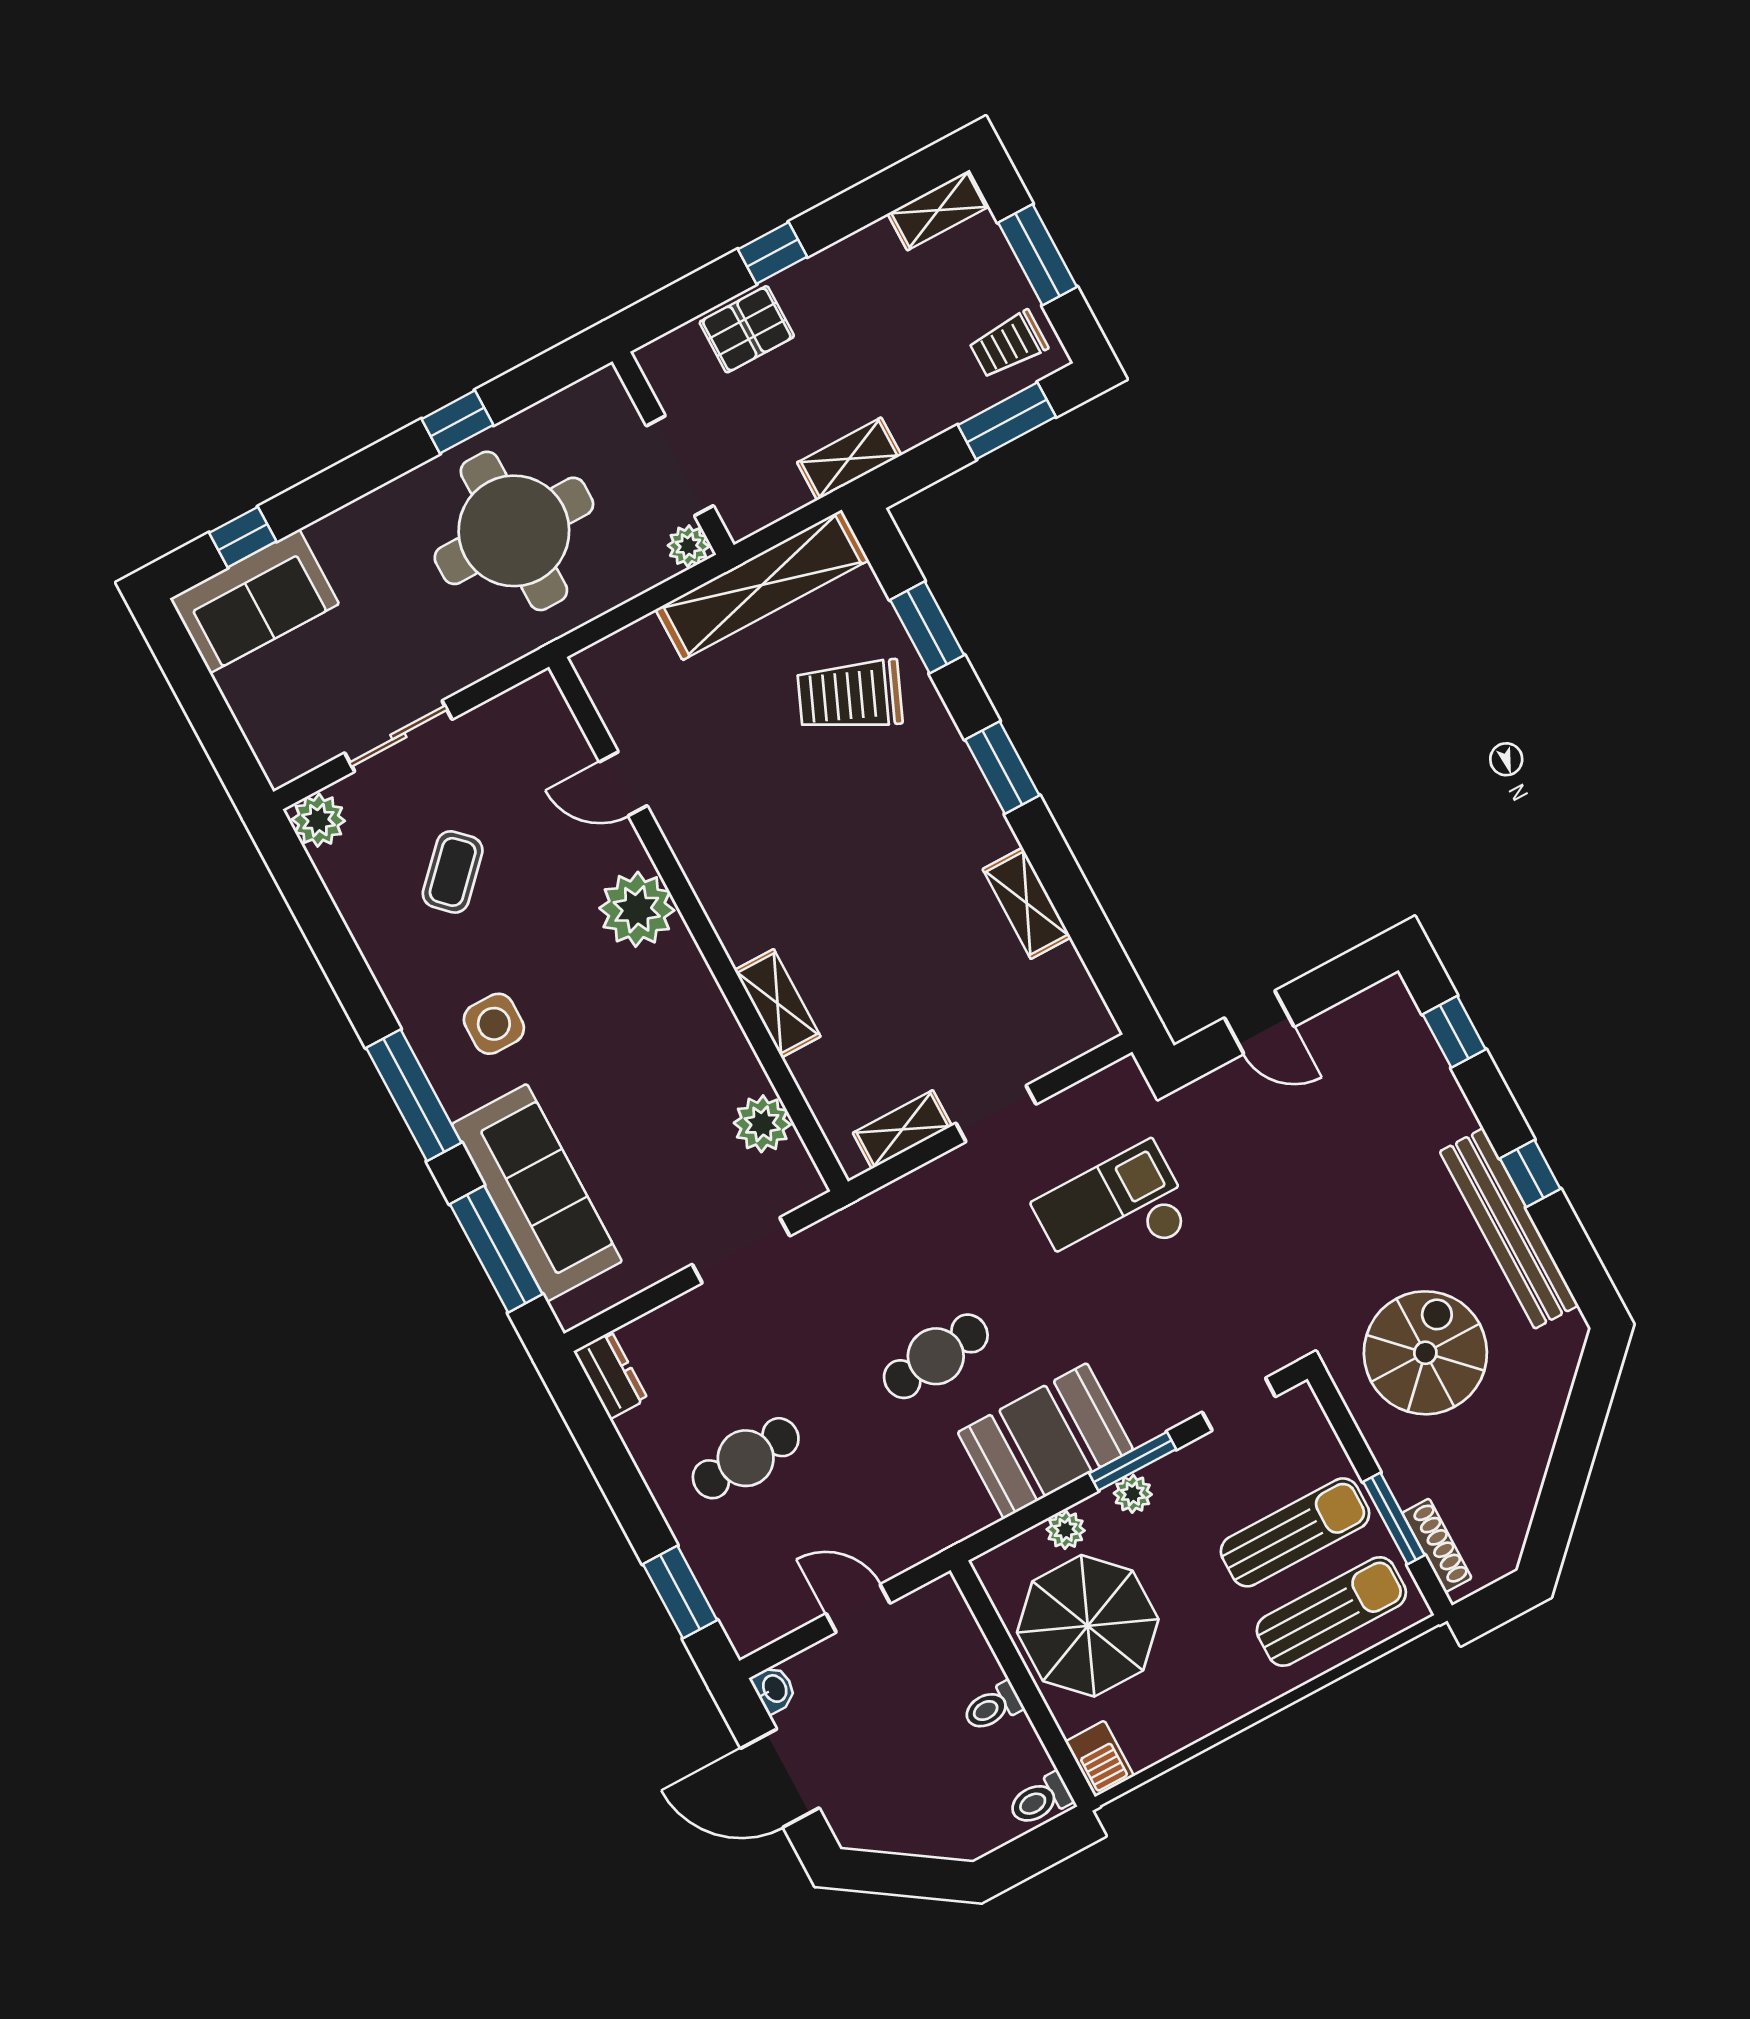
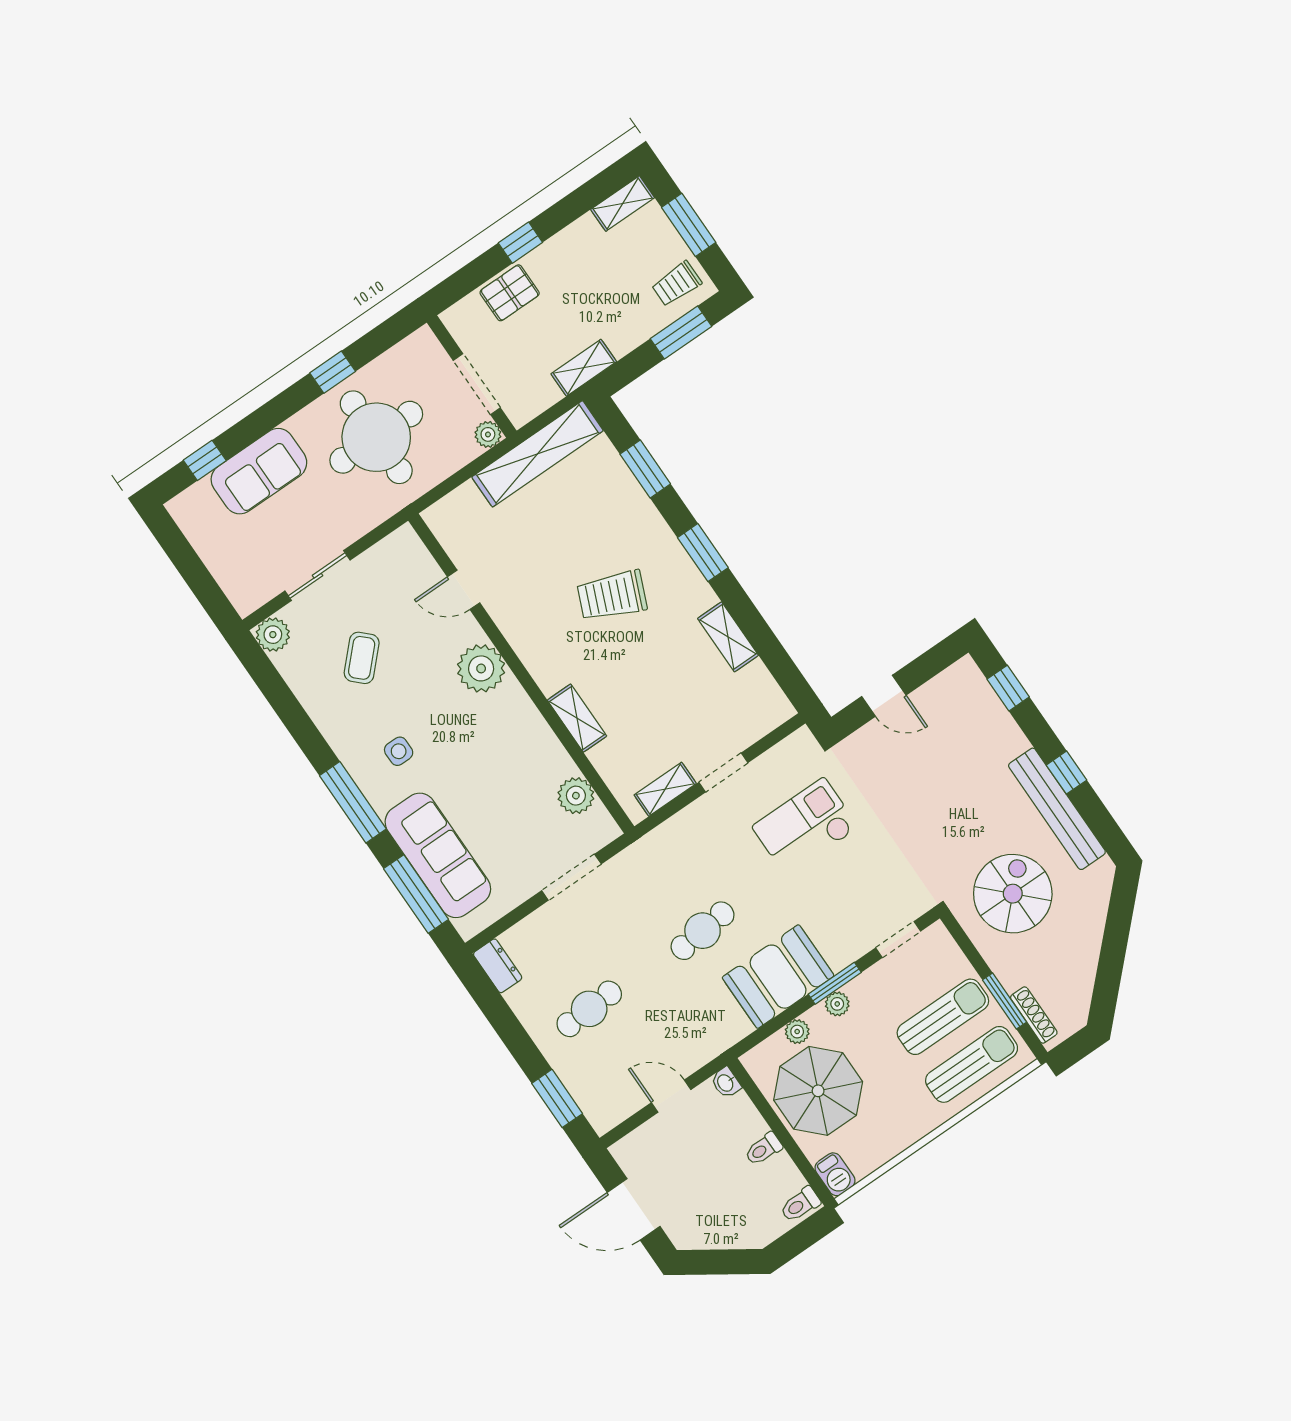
sofa: (254, 601) -> (259, 471), moved
trolley: (850, 696) -> (612, 596), moved
side table: (494, 1024) -> (399, 751), width x0.73, depth x0.73
washbasin: (774, 1689) -> (726, 1083), moved, turned 180

